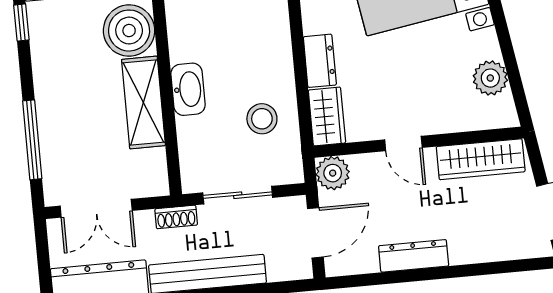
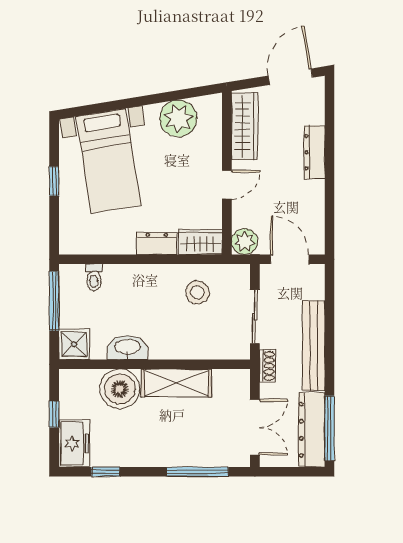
plant: (490, 78) -> (178, 118), width x1.36, depth x1.36
washbasin: (188, 89) -> (127, 348), moved
dresser: (414, 256) -> (315, 152), moved

